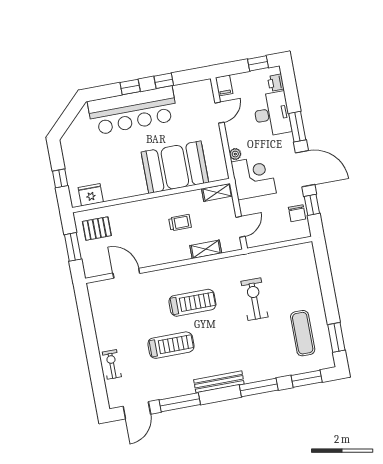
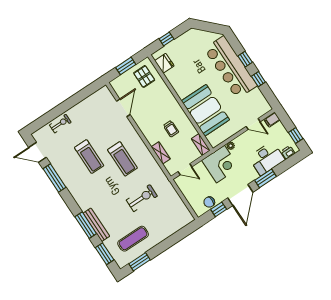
bench: (219, 382) -> (96, 225), moved

